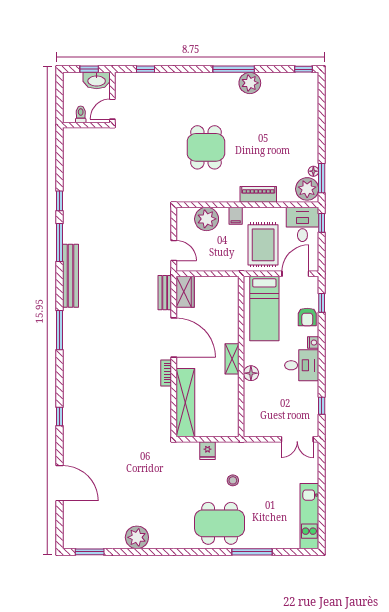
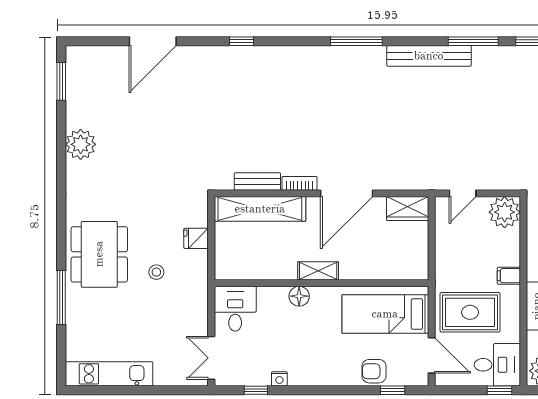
plant: (207, 219) -> (505, 212), moved
bench: (165, 293) -> (257, 181), moved
nightstand: (313, 343) -> (279, 379), moved
desk: (302, 365) -> (235, 309), moved, turned 180

